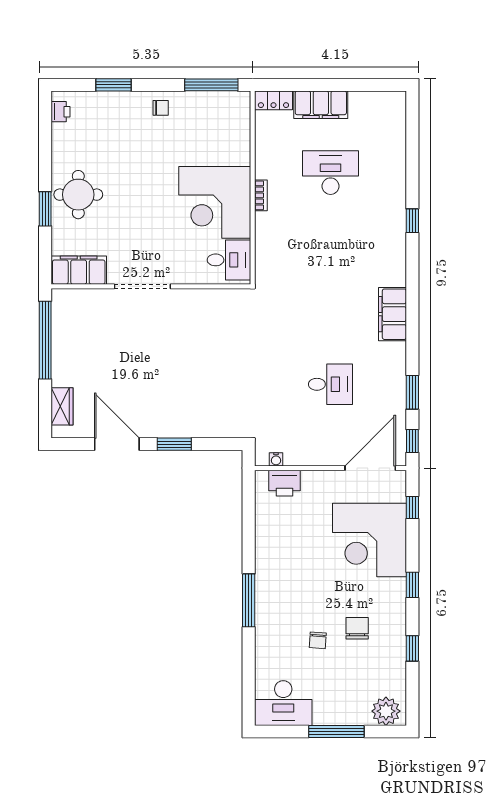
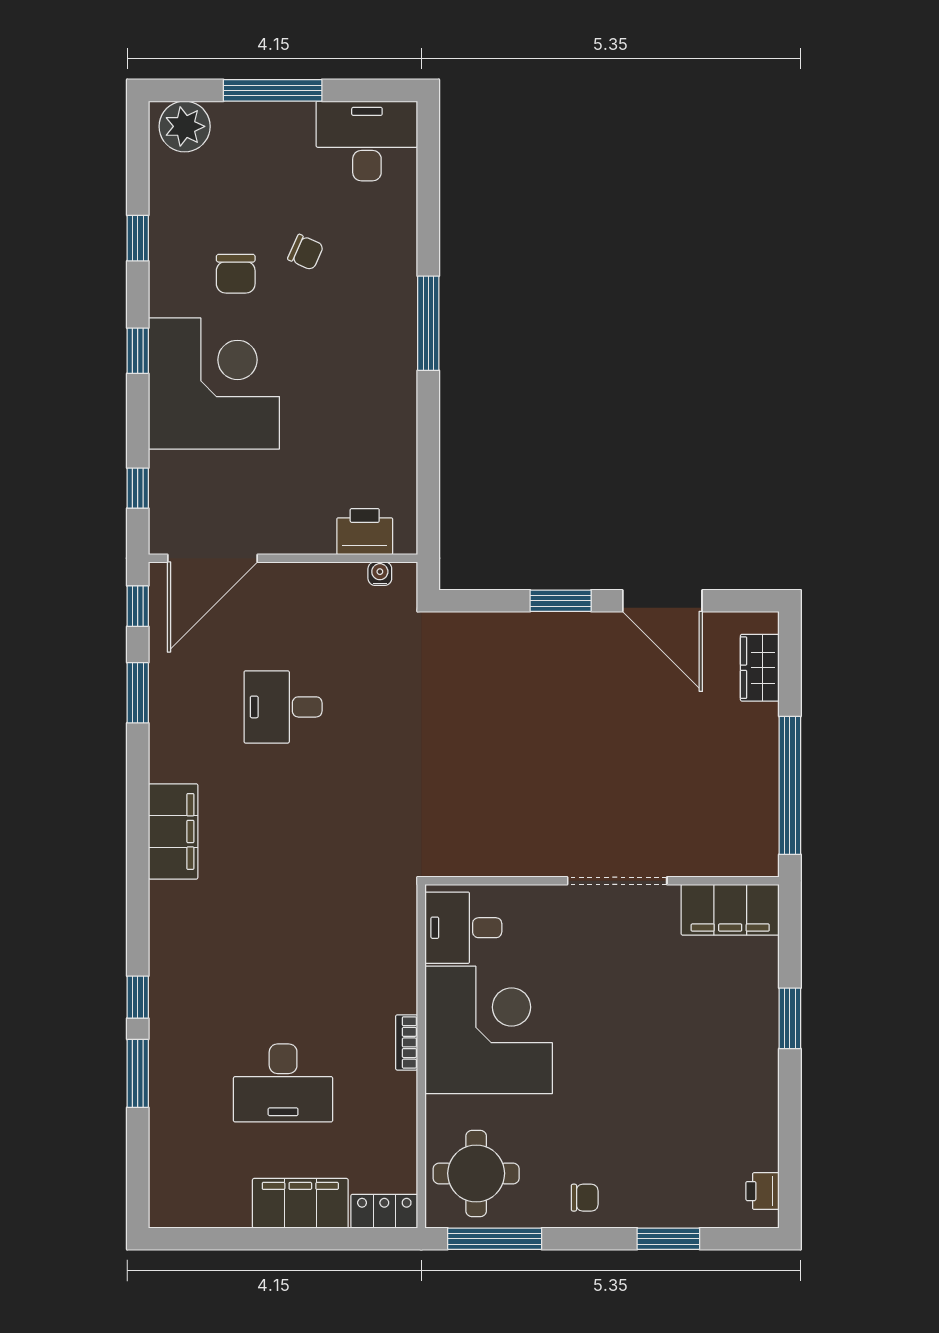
chair: (161, 108) -> (585, 1198), turned 180
window: (412, 178) -> (138, 1073), added
round table: (78, 195) -> (476, 1173), moved
corner desk: (369, 540) -> (214, 384), moved
chair: (318, 640) -> (306, 252), turned 110

